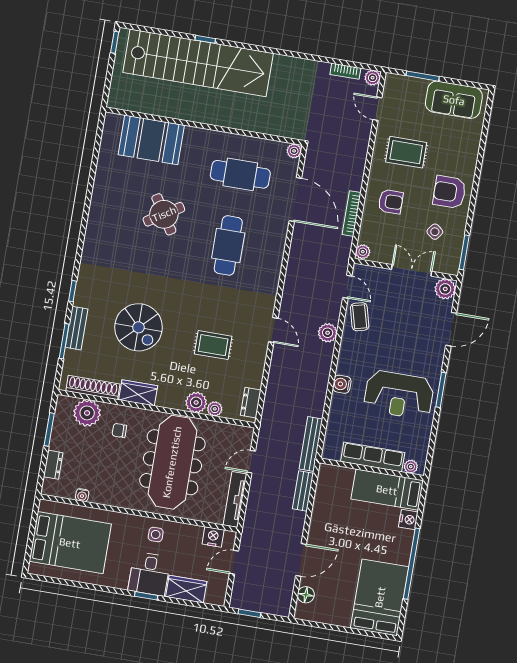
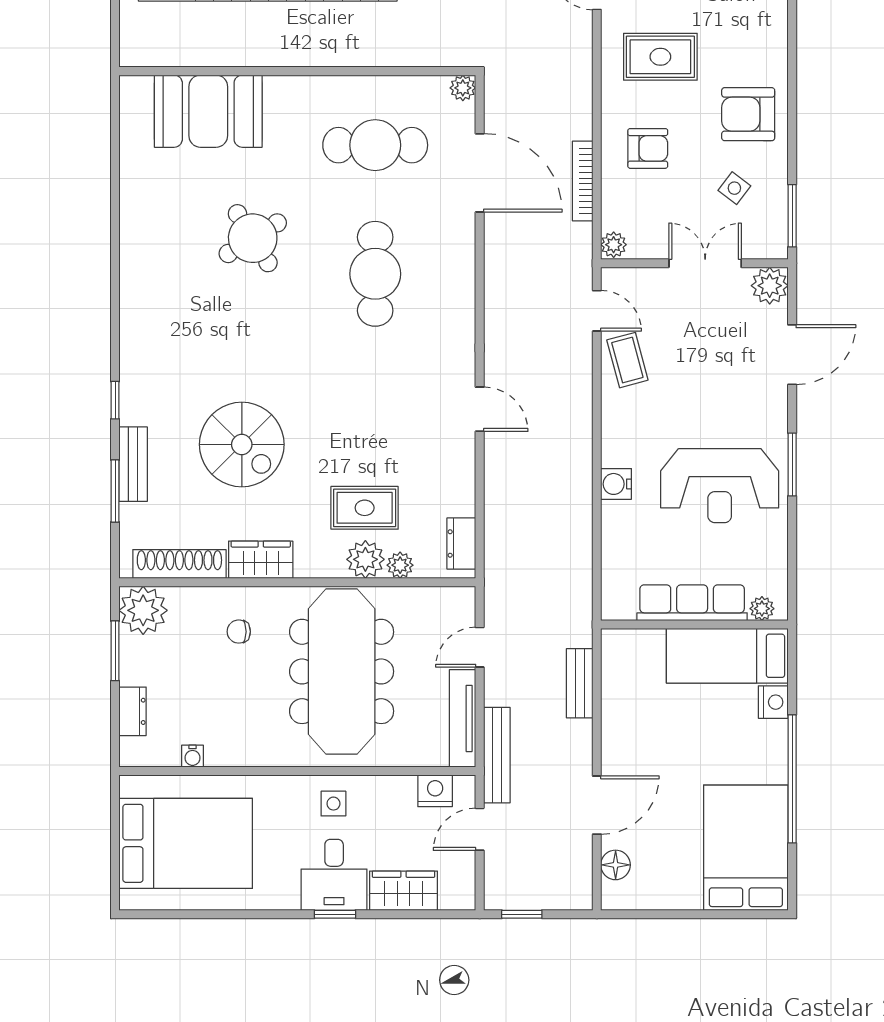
plant: (328, 333) -> (576, 398), removed
rug: (213, 345) -> (365, 508), moved
plant: (87, 413) -> (143, 610), moved
bench: (311, 444) -> (497, 755), moved

